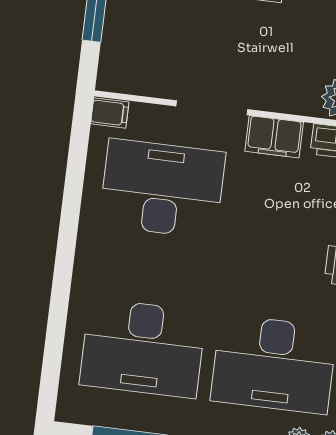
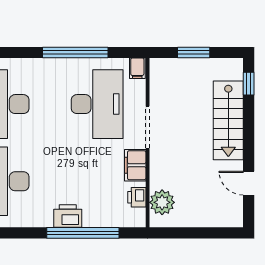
window: (70, 215) -> (75, 52), added

